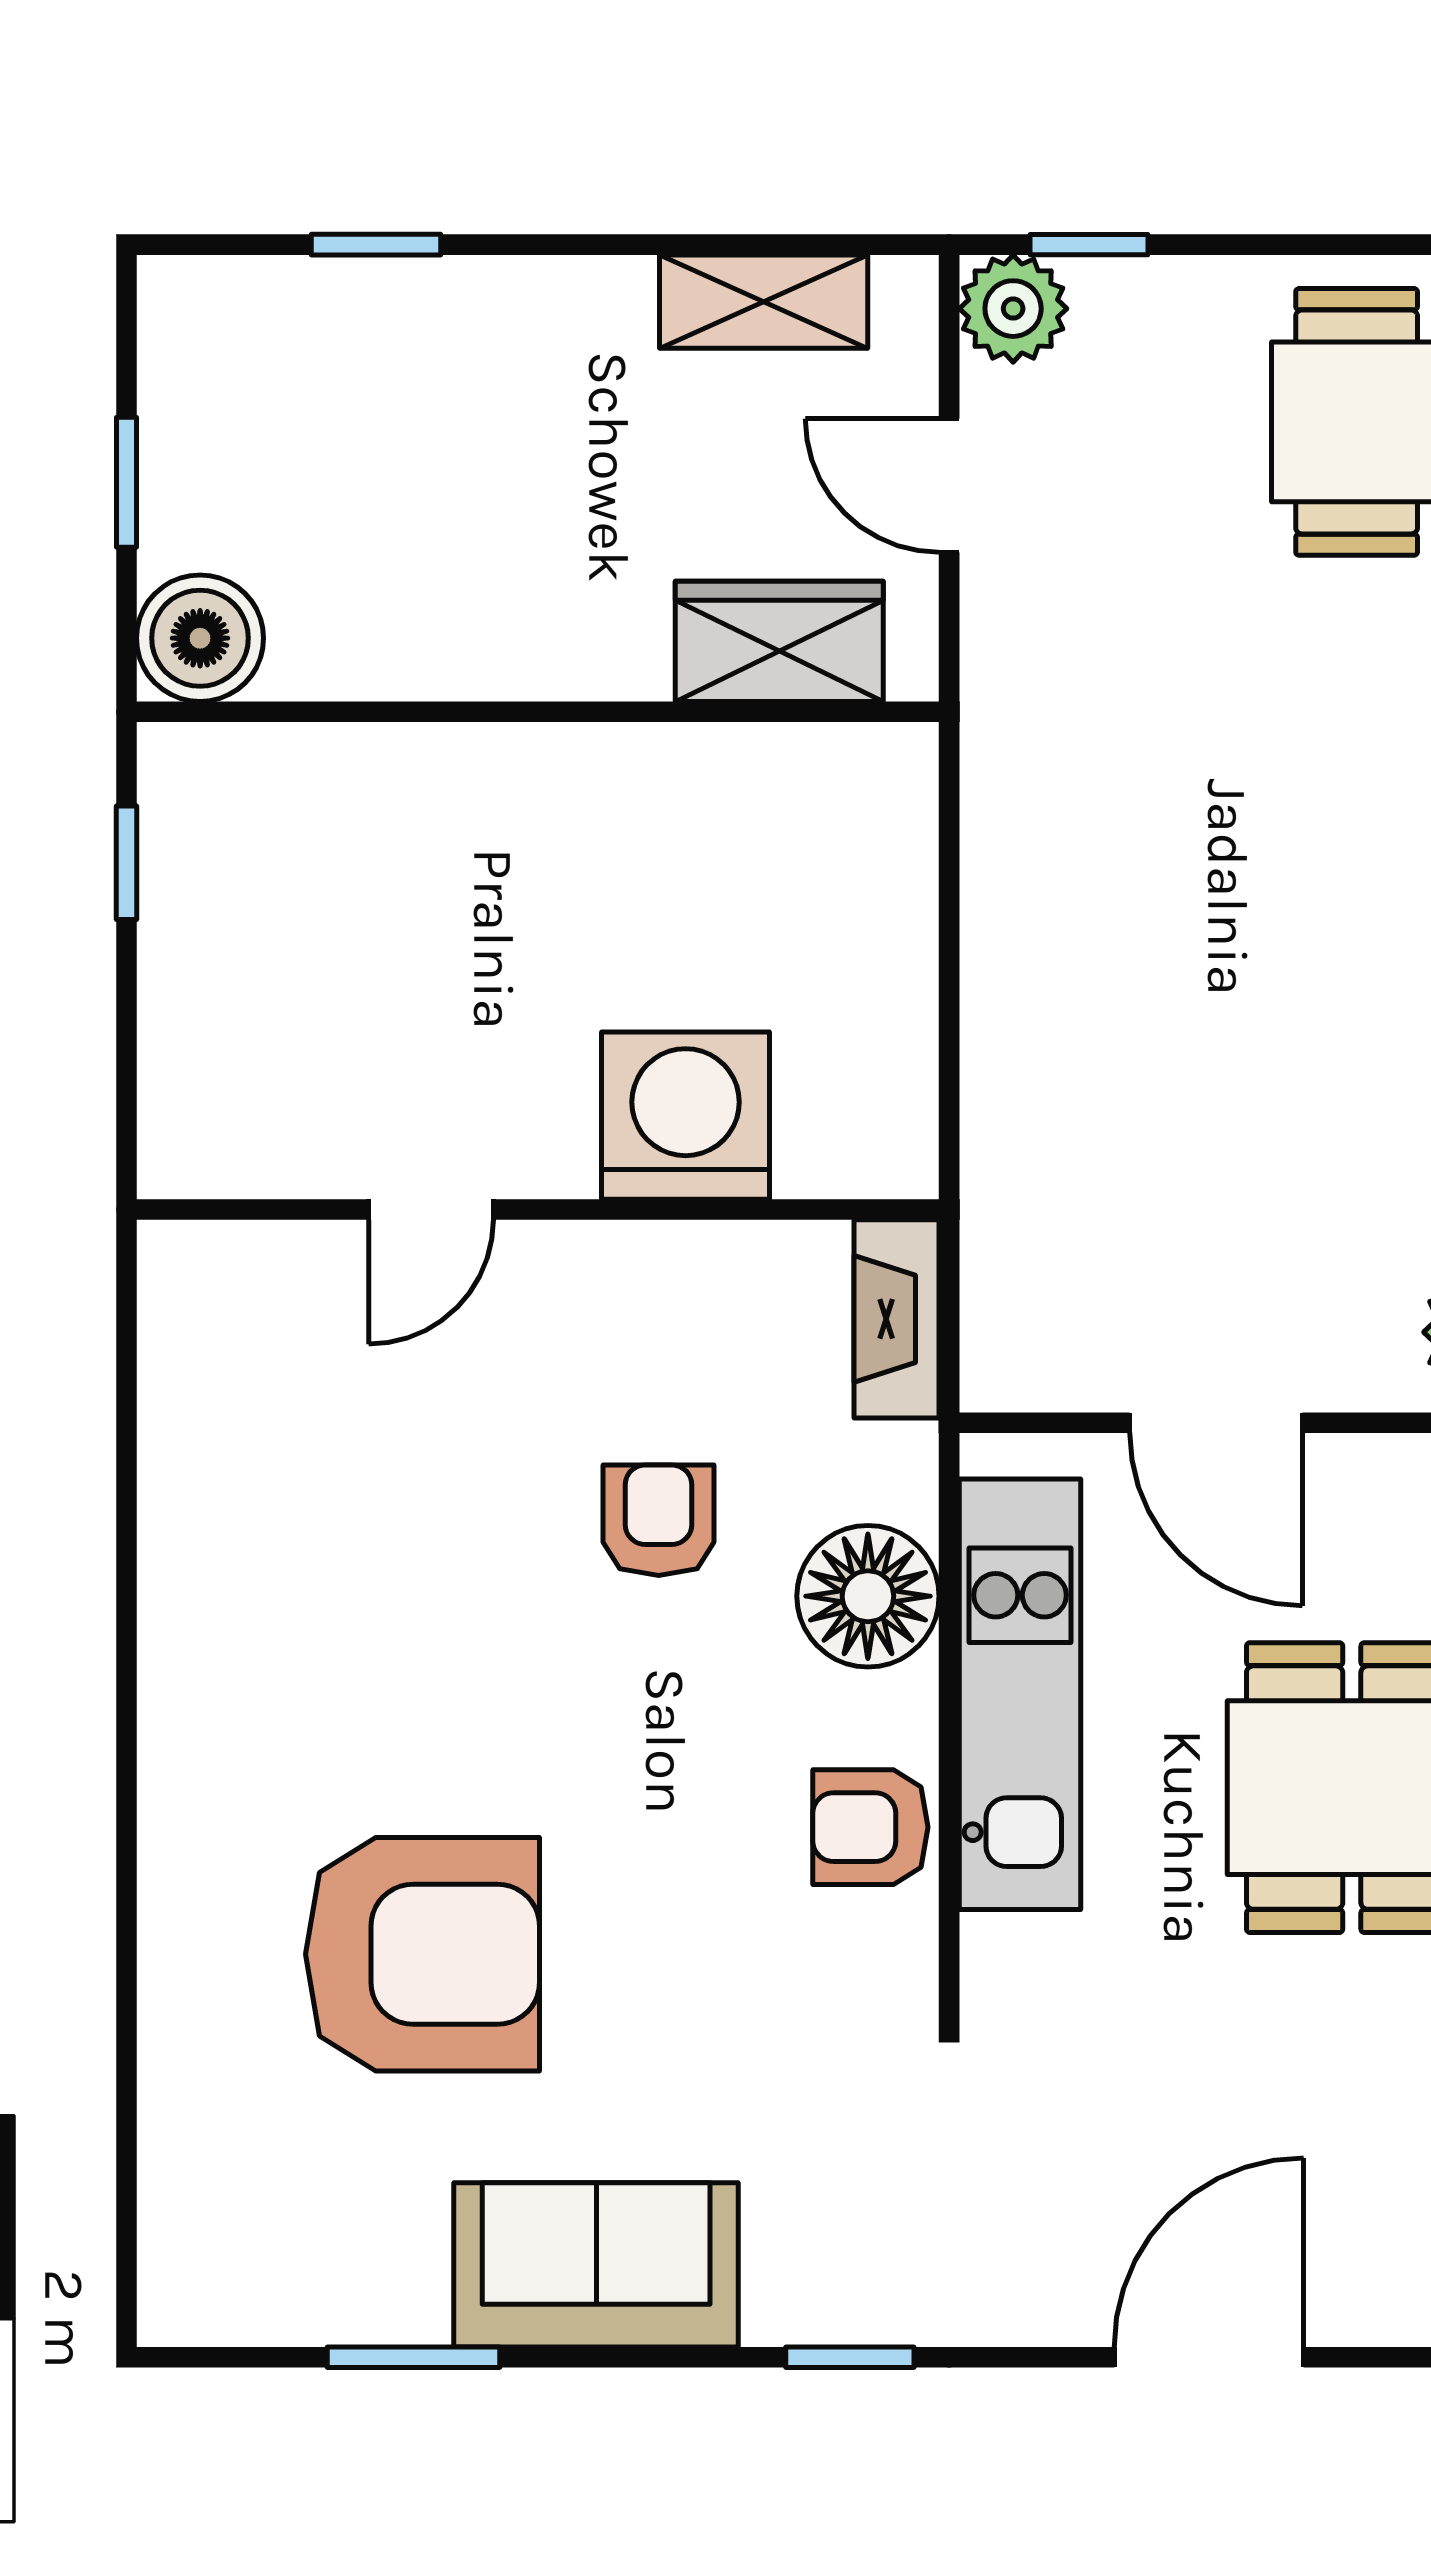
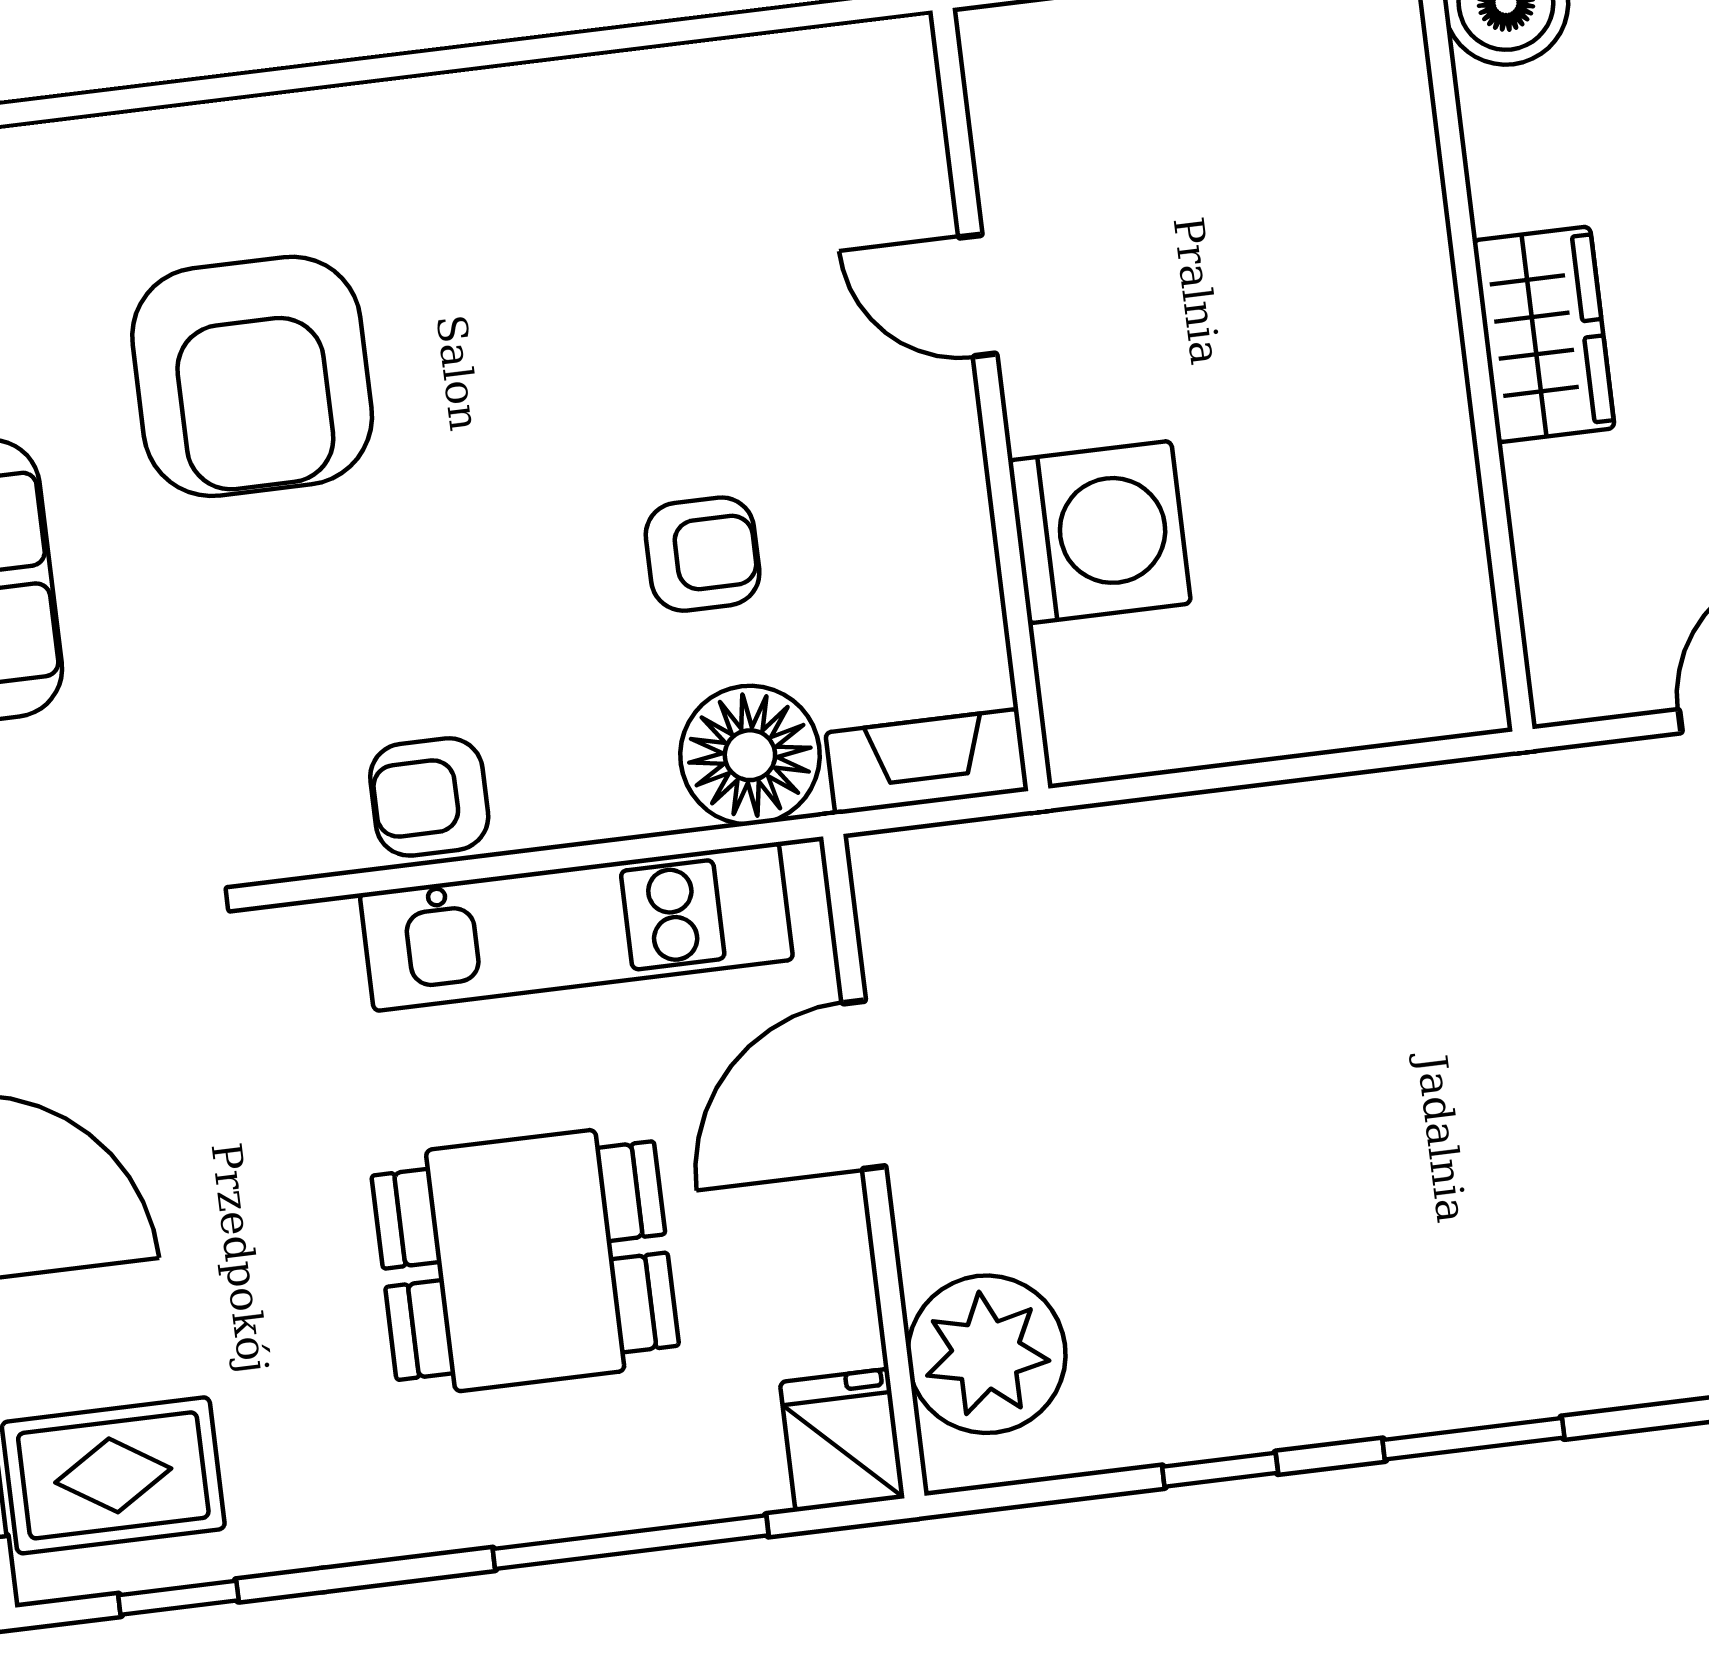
wardrobe: (779, 641) -> (1544, 334), moved
floor lamp: (868, 1596) -> (750, 755), moved
armchair: (870, 1827) -> (429, 797), turned -90

